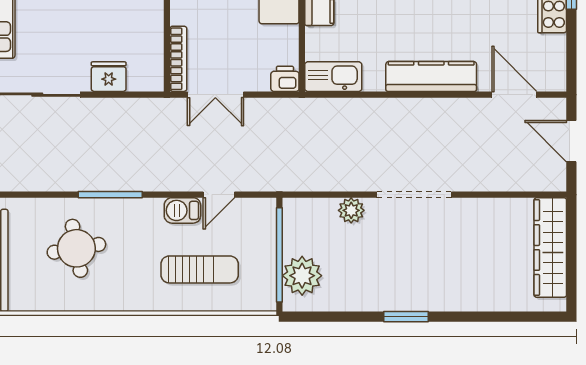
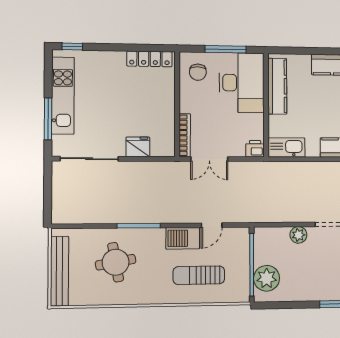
barbecue: (182, 210) -> (183, 238), width x1.38, depth x1.27
sun lounger: (200, 269) -> (199, 275), turned 180

